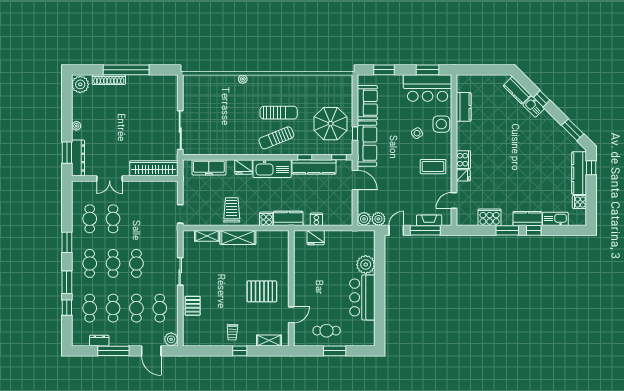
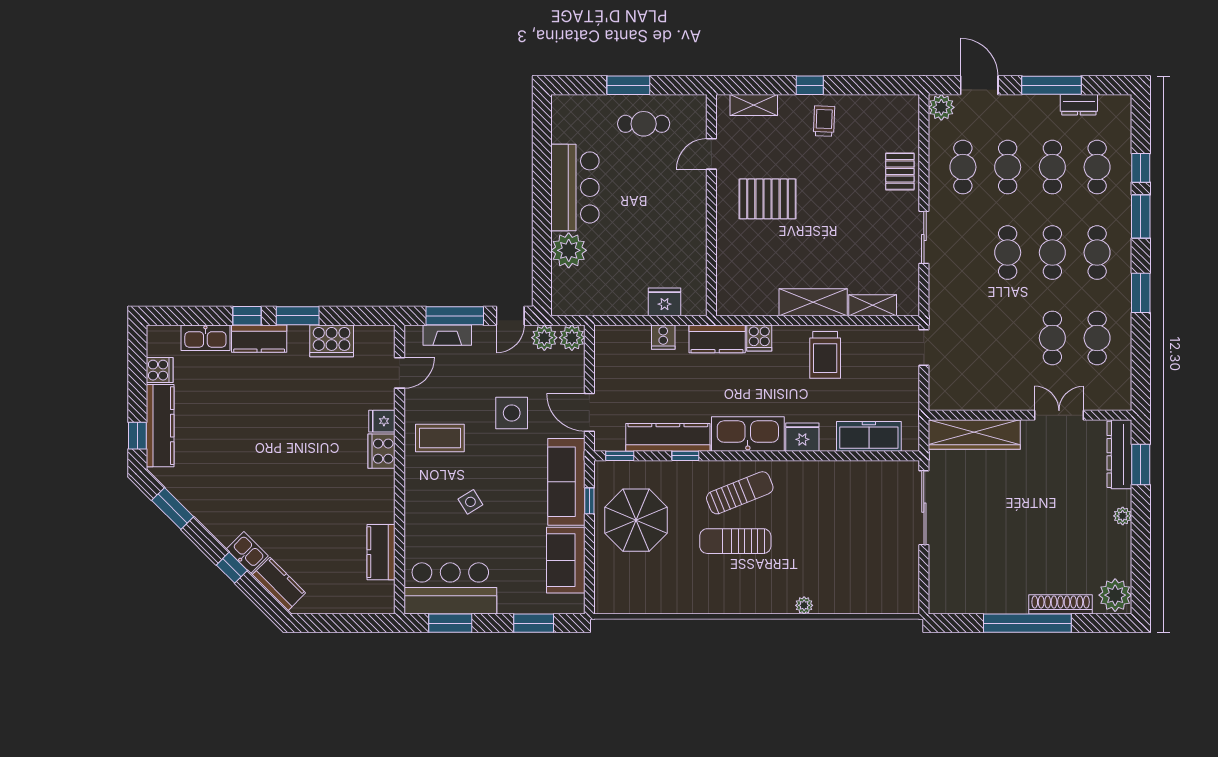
side table: (441, 124) -> (512, 413), moved

